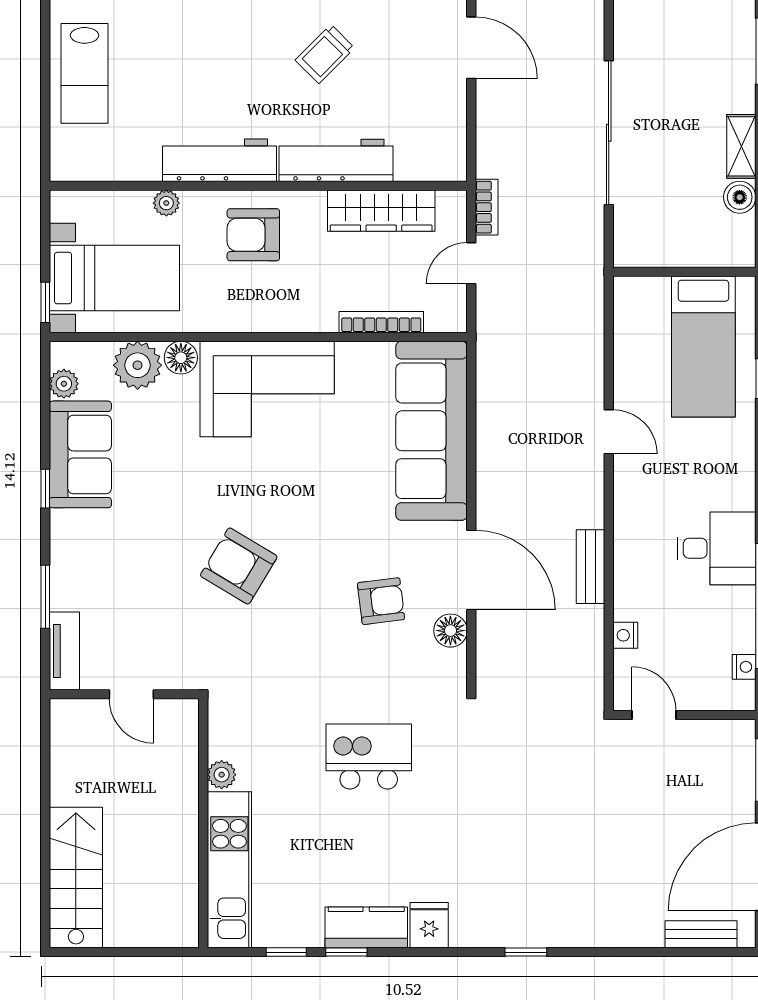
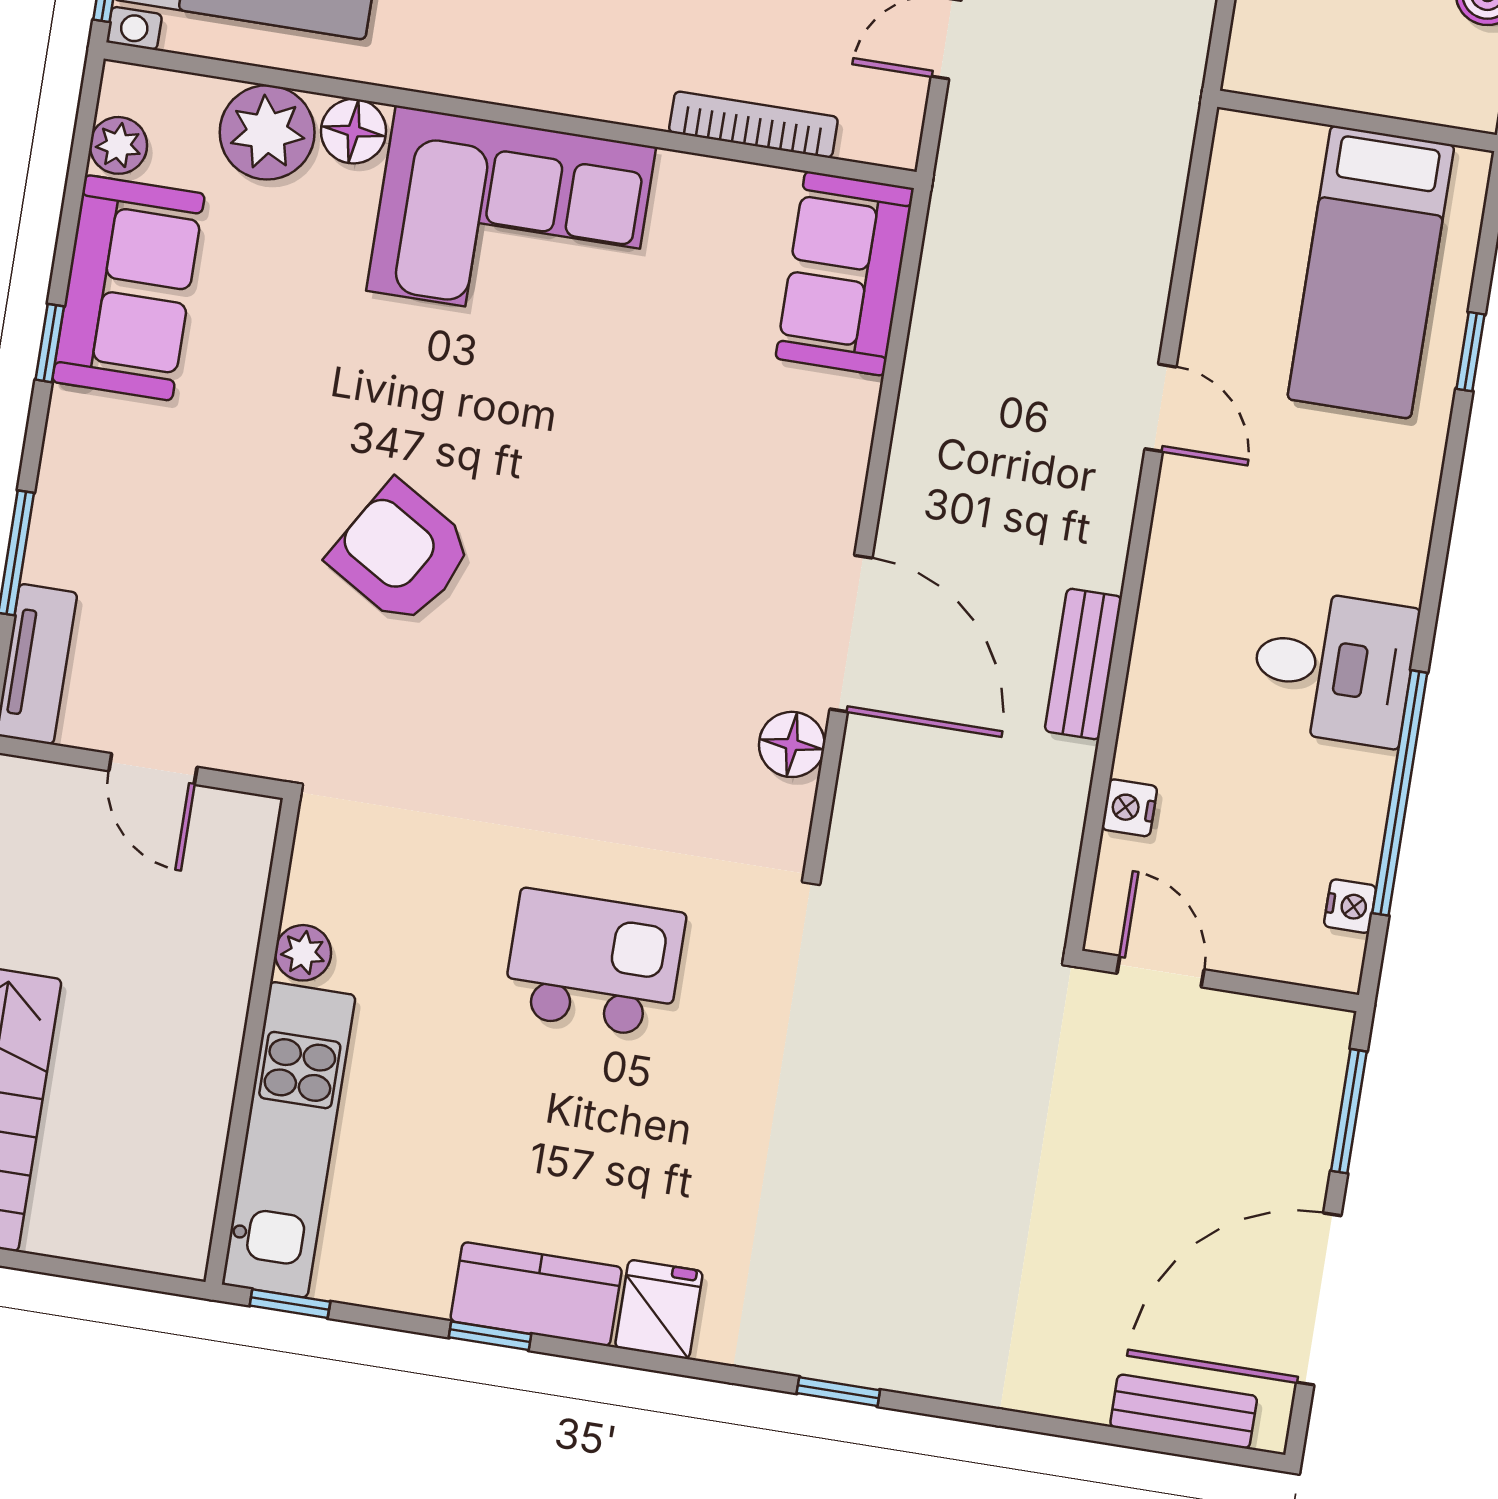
sofa: (432, 431) -> (845, 273), width x0.54, depth x0.79
armchair: (381, 601) -> (666, 666), removed
window: (286, 952) -> (290, 1304), moved

